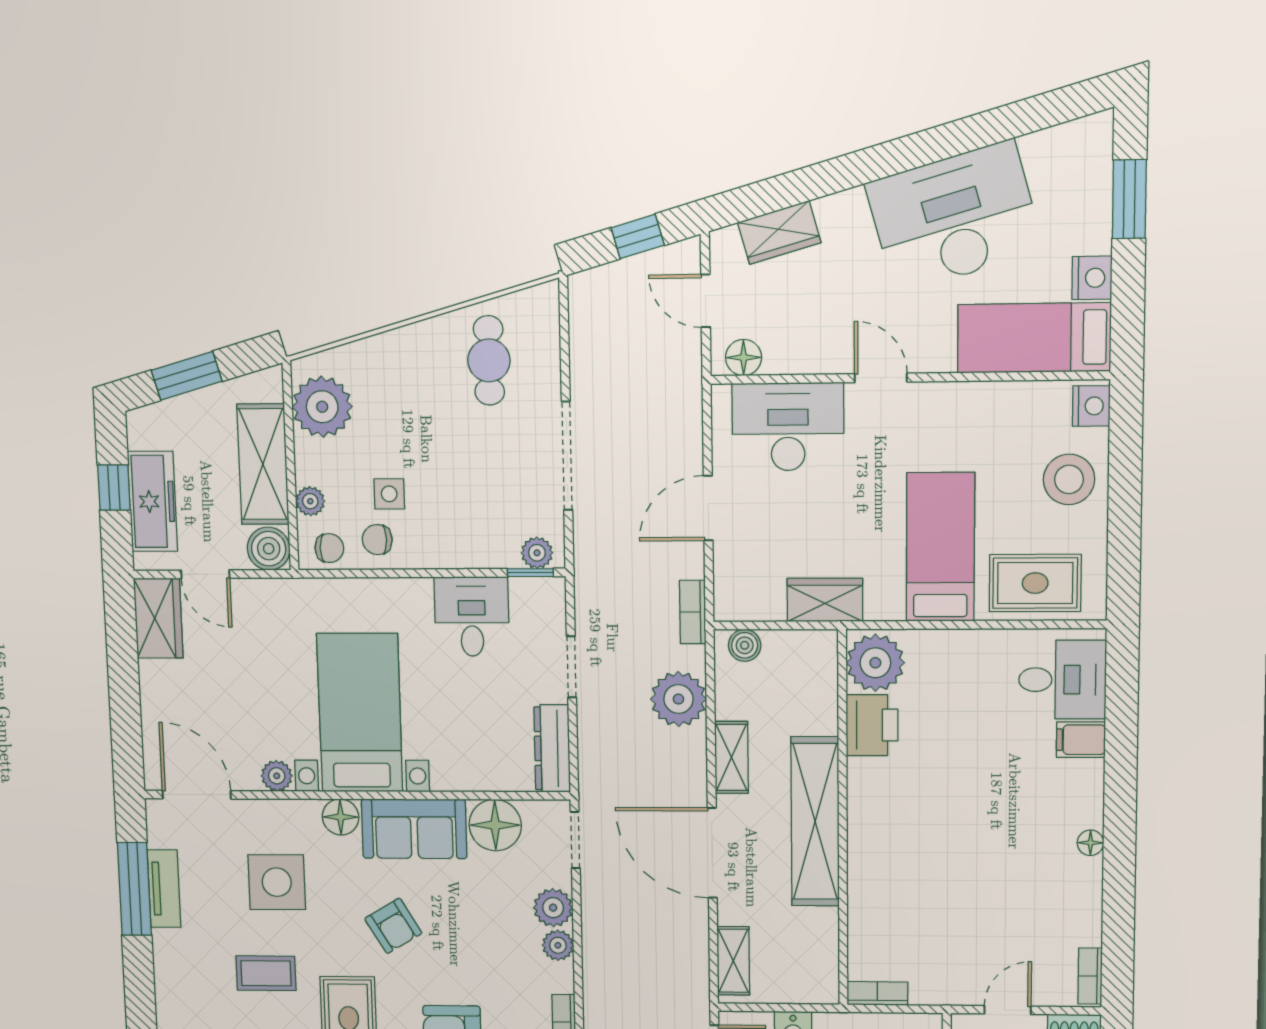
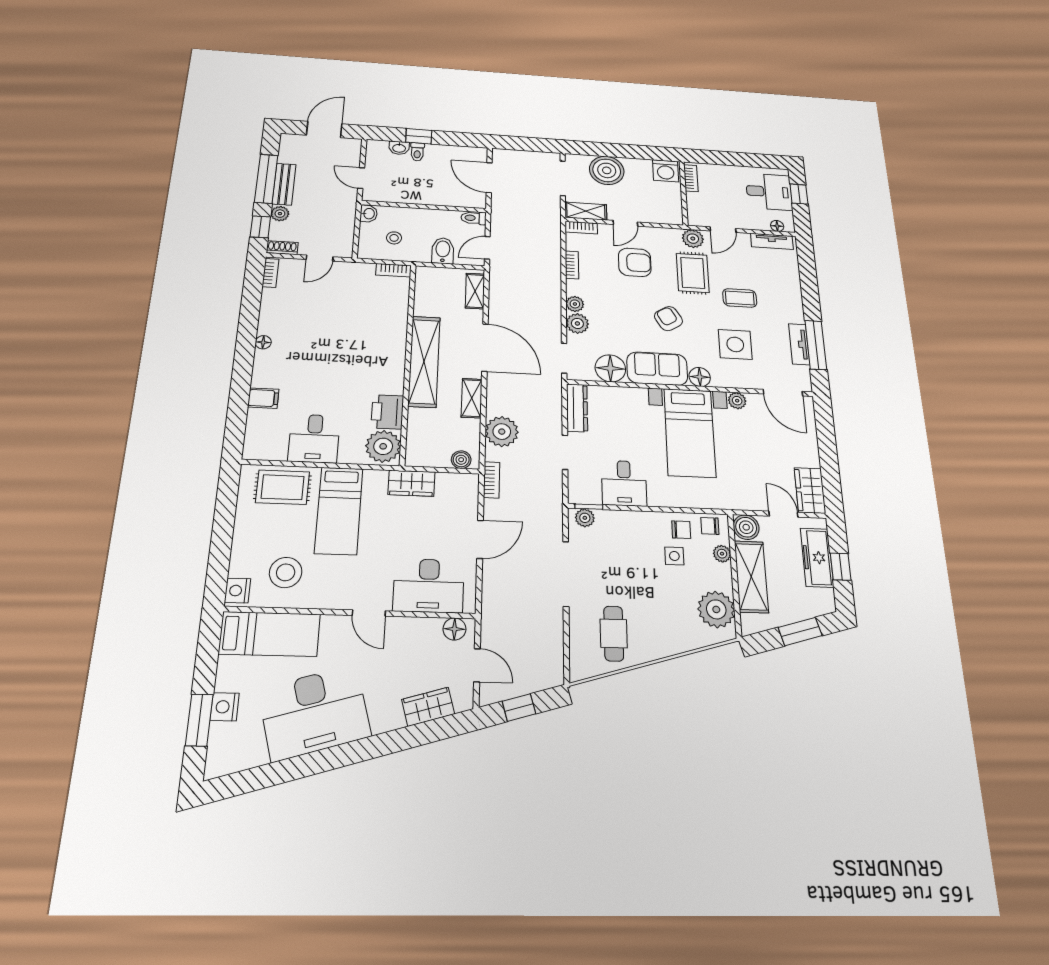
nightstand: (1092, 278) -> (225, 707), moved
stool: (1069, 479) -> (286, 572), moved
desk: (1062, 680) -> (314, 439), moved, turned -90

